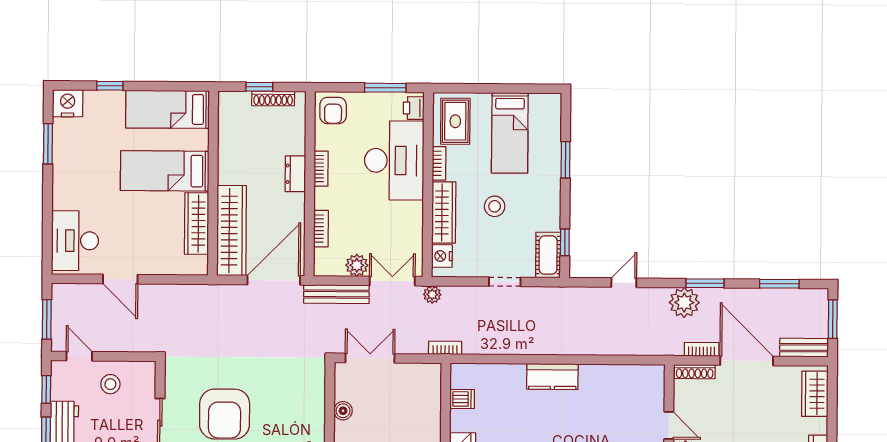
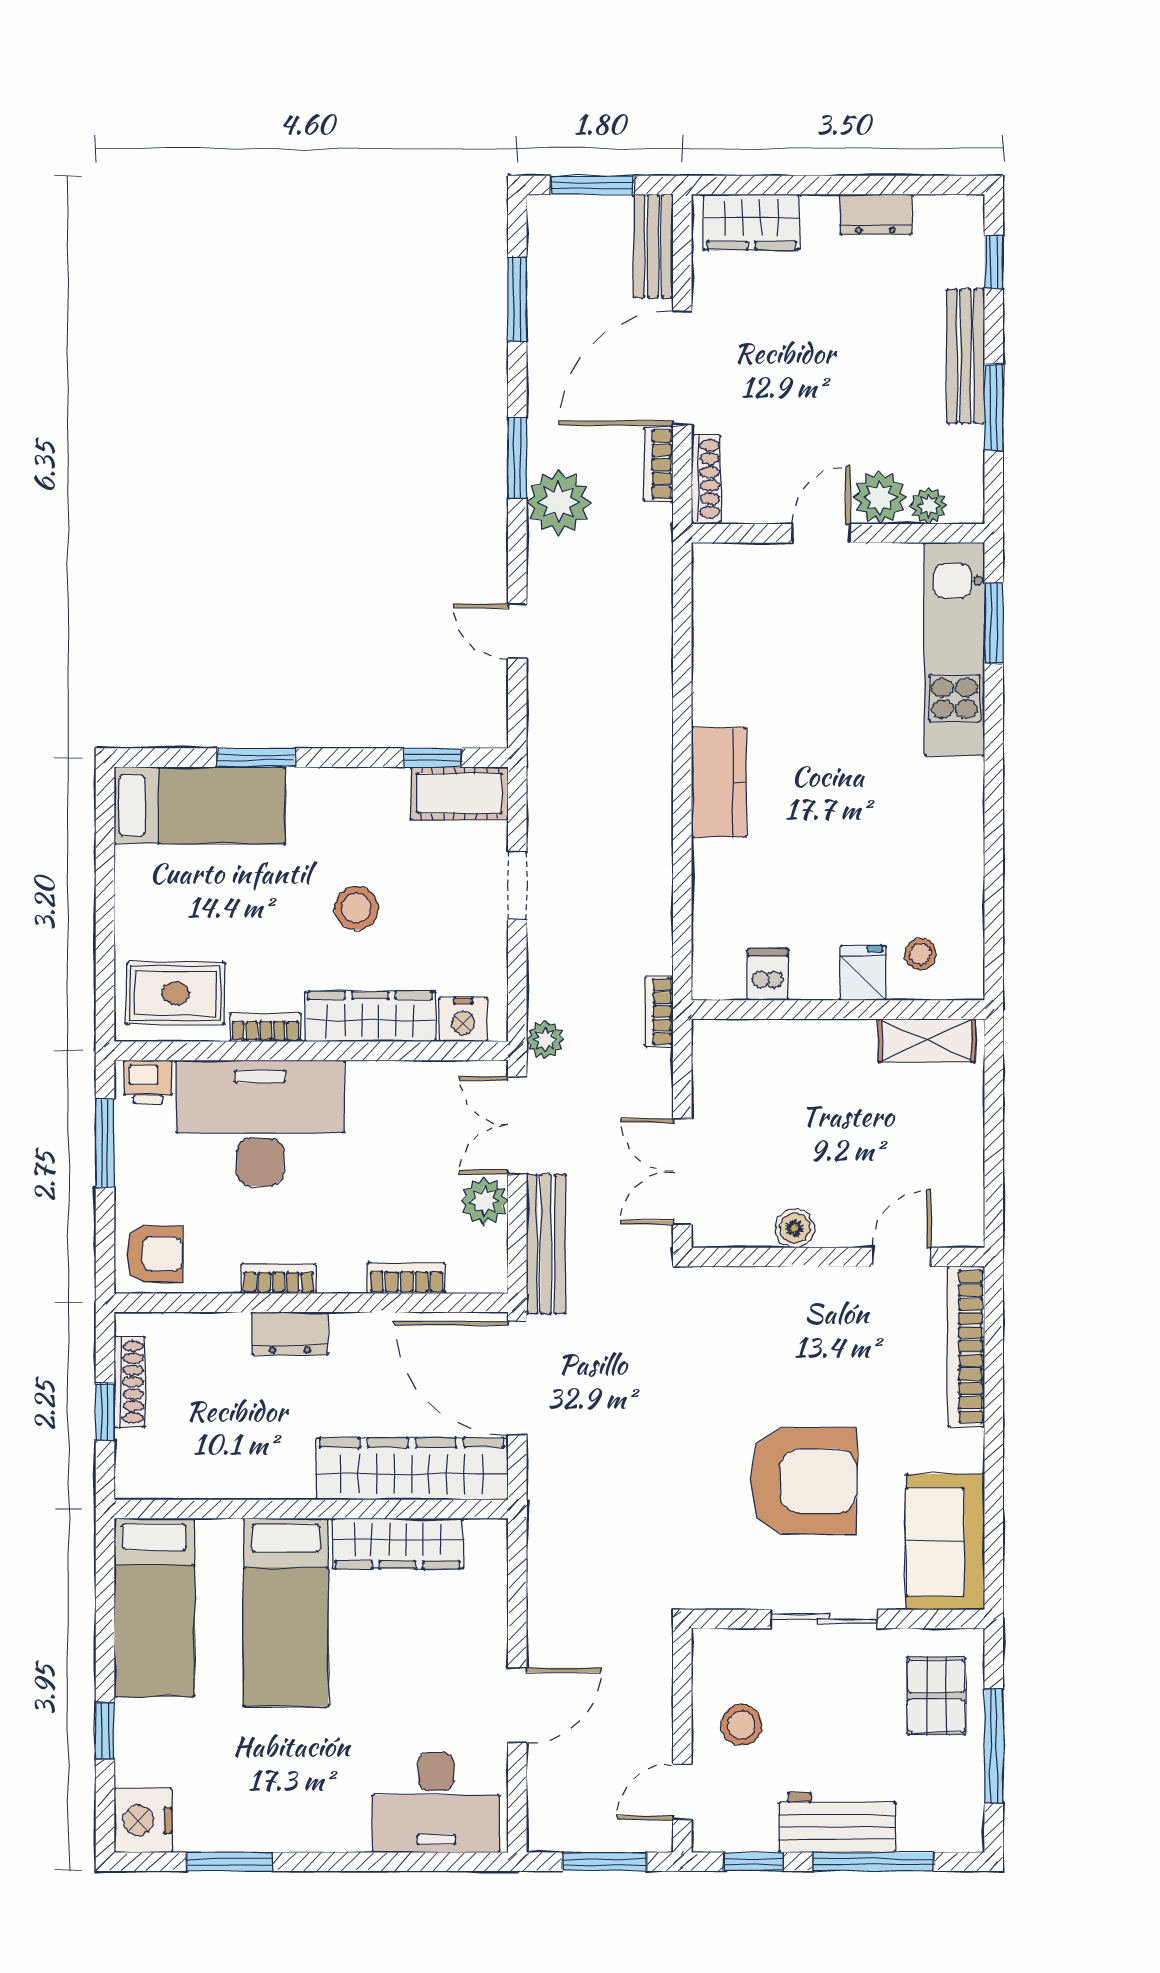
bed: (510, 133) -> (200, 805), moved

